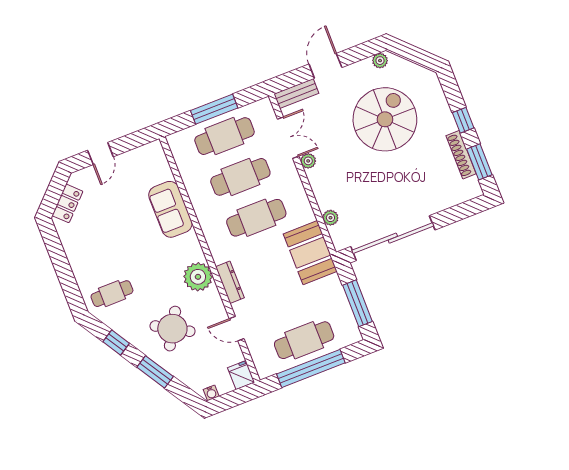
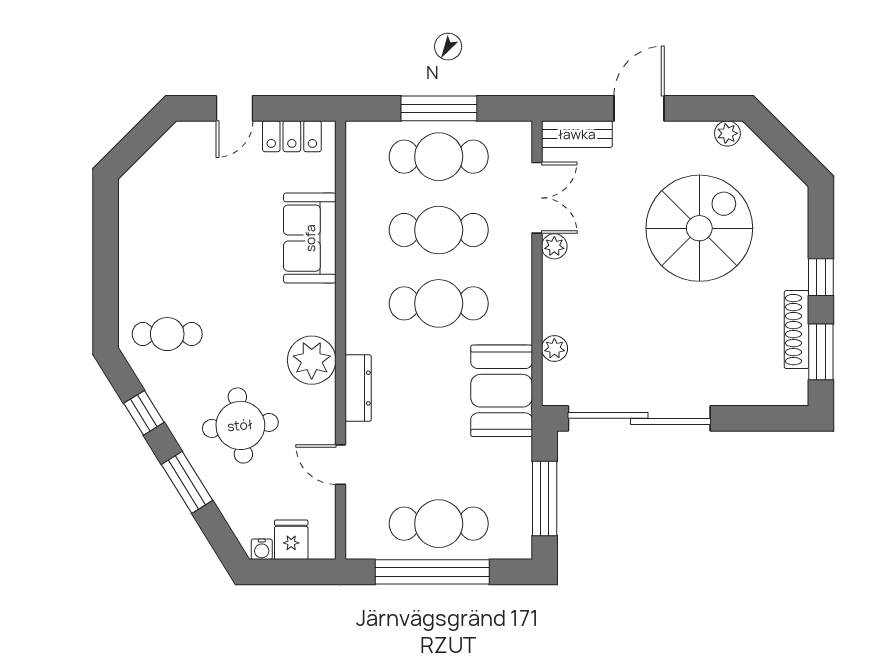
locker: (67, 203) -> (292, 136), moved, turned 45
round table: (172, 329) -> (240, 425), turned -36
fridge: (241, 375) -> (291, 540), moved

